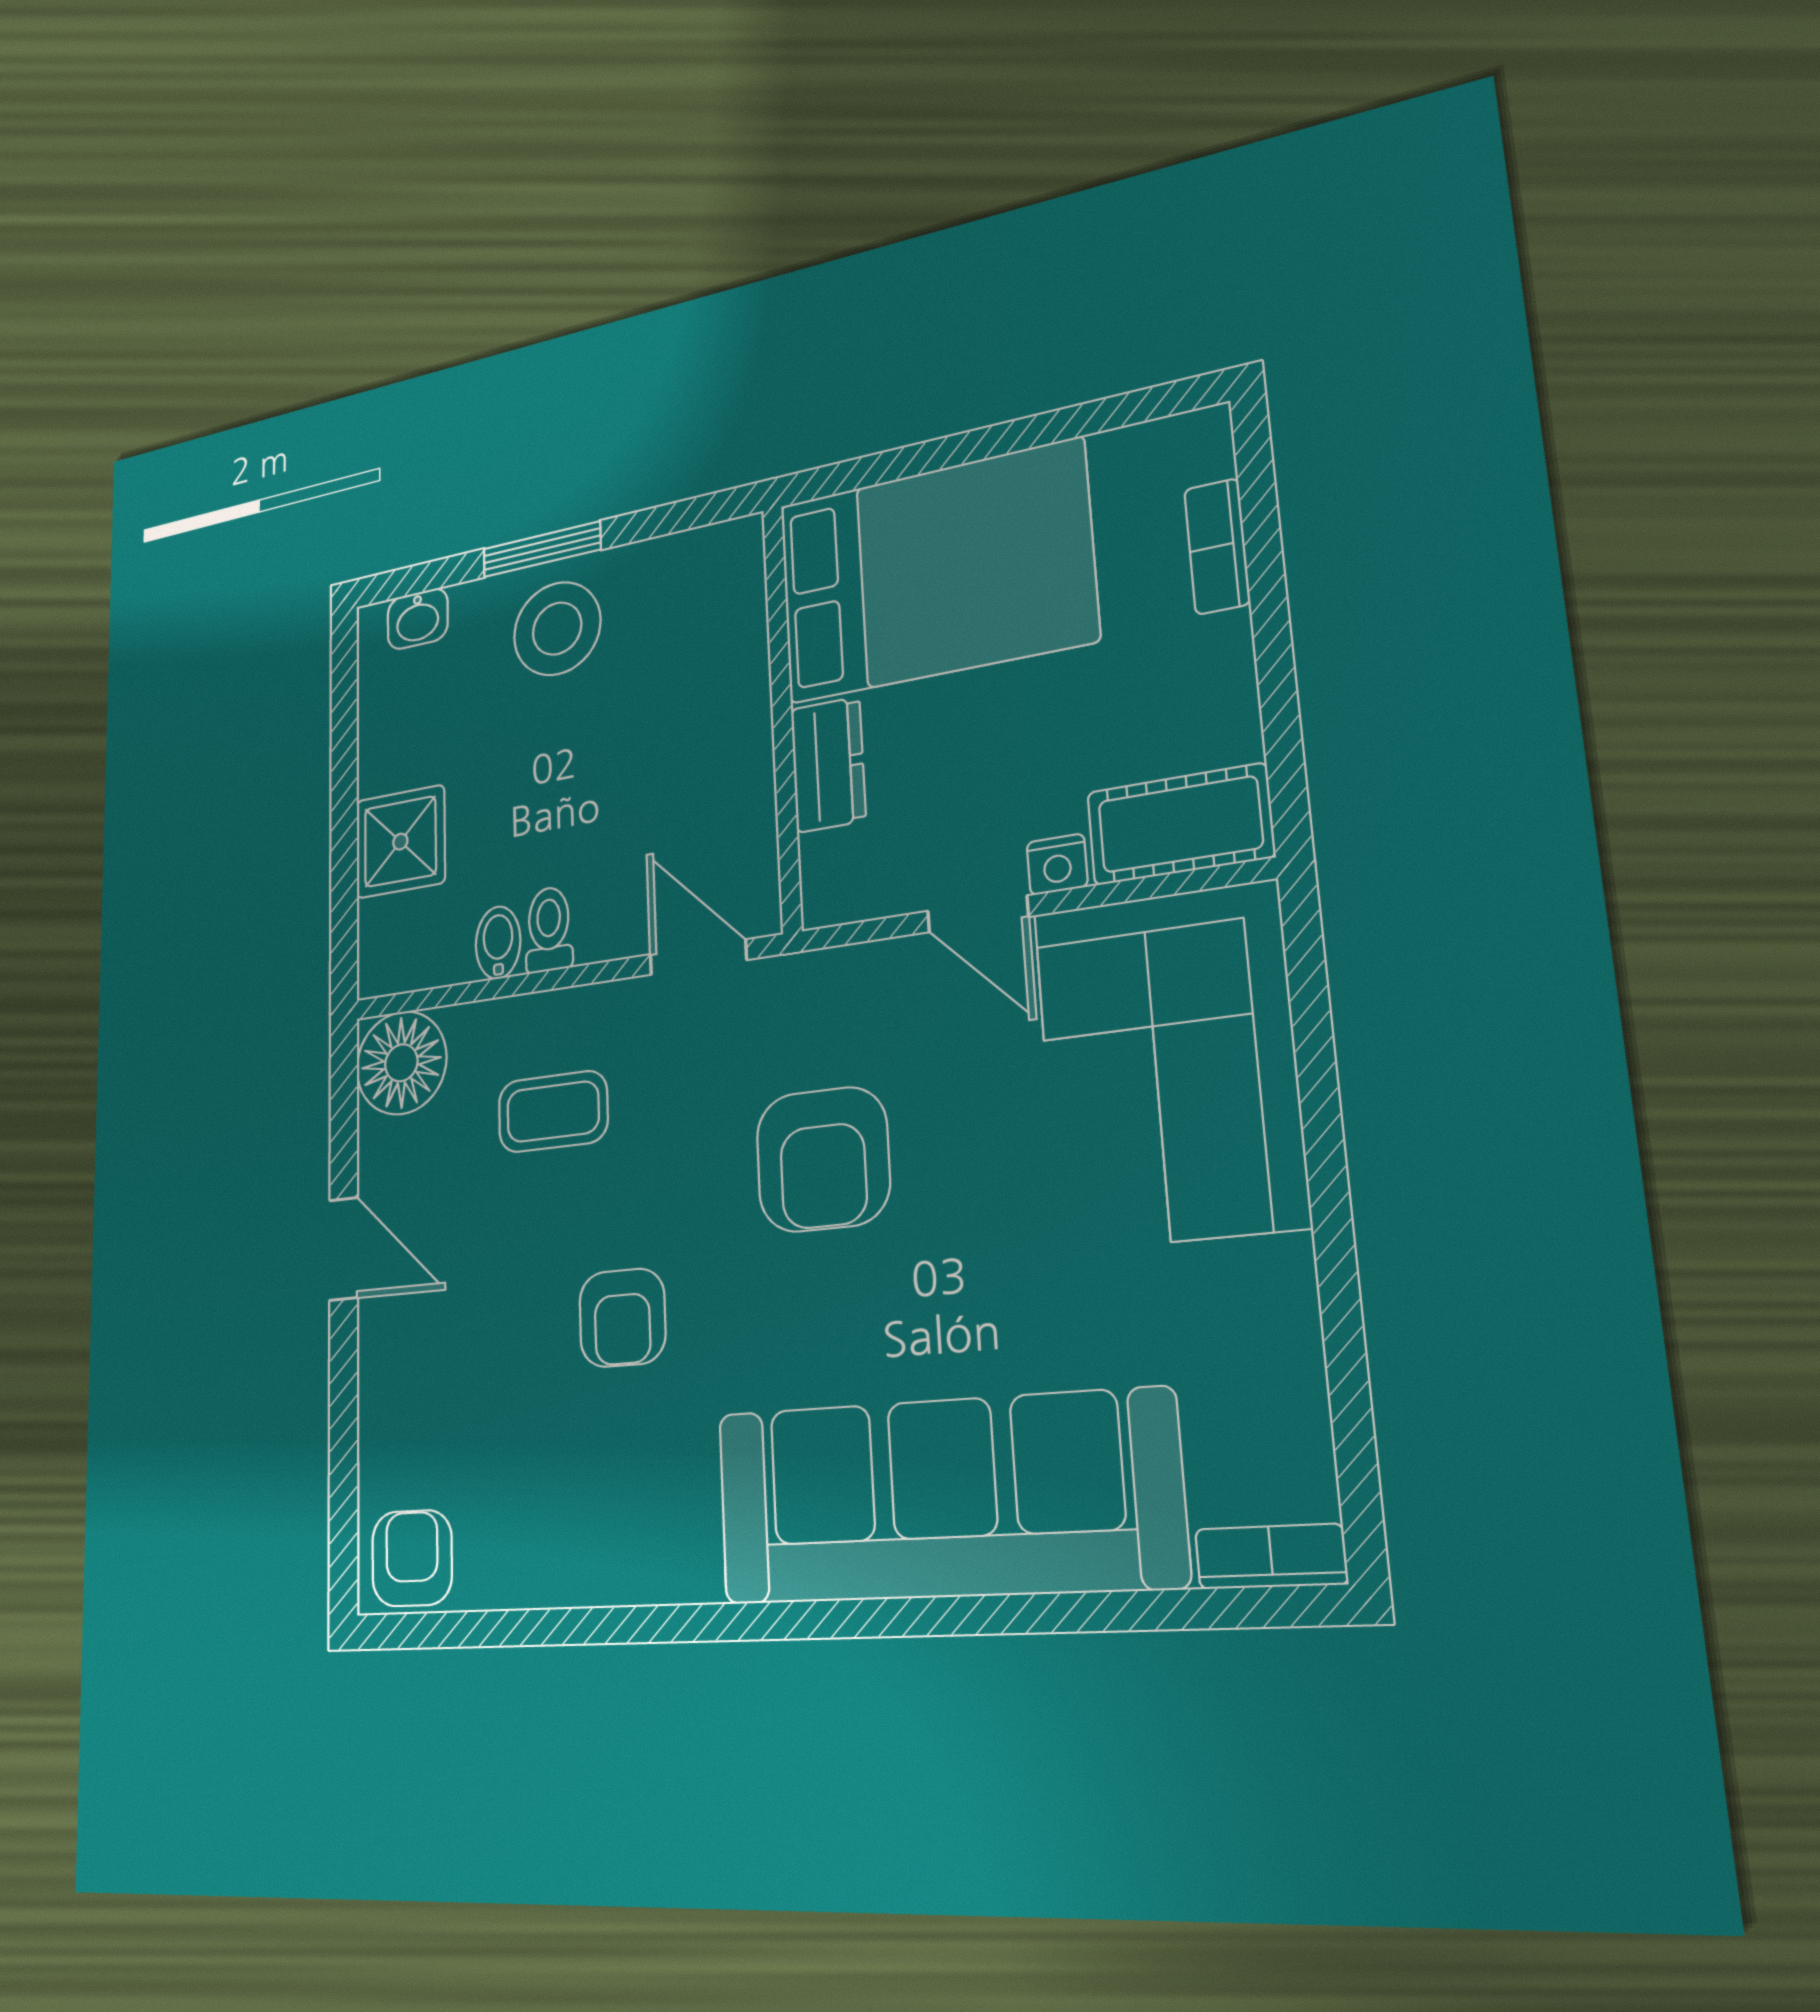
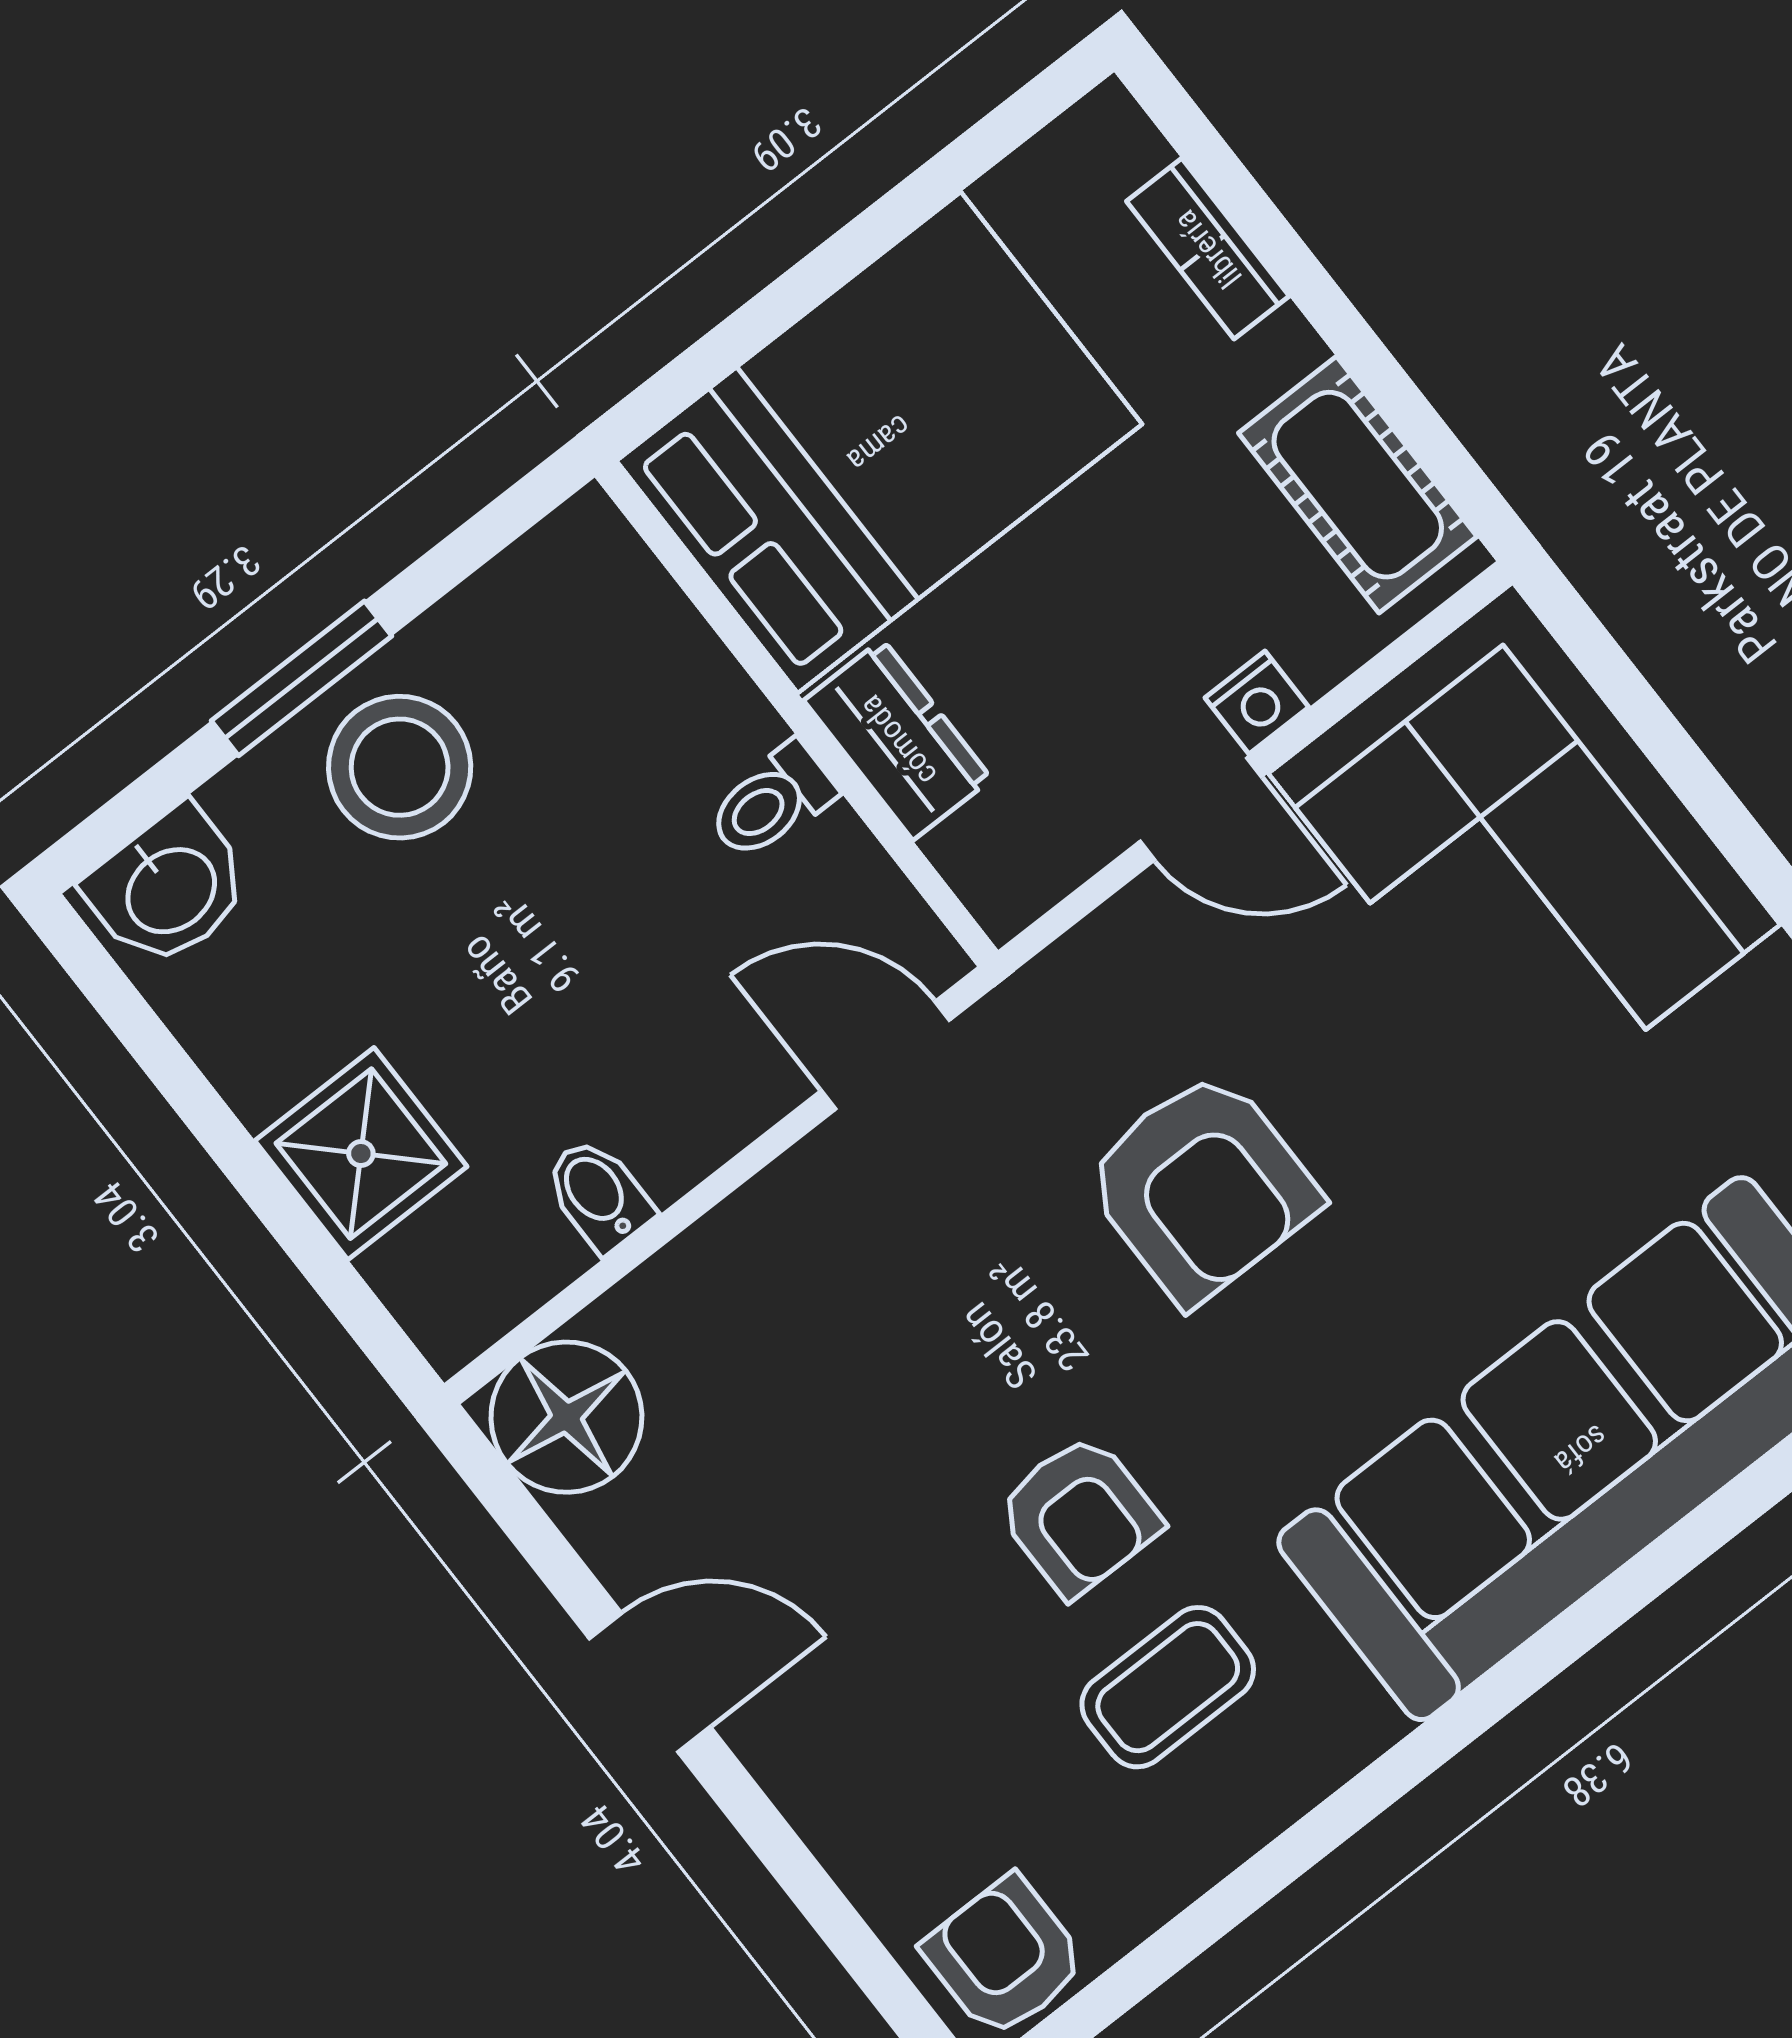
washbasin: (418, 619) -> (169, 888), width x1.38, depth x1.45
cot: (1180, 824) -> (1358, 485), moved, turned 90
toilet: (549, 929) -> (771, 802), moved, turned -90
coffee table: (553, 1112) -> (1168, 1687), moved

